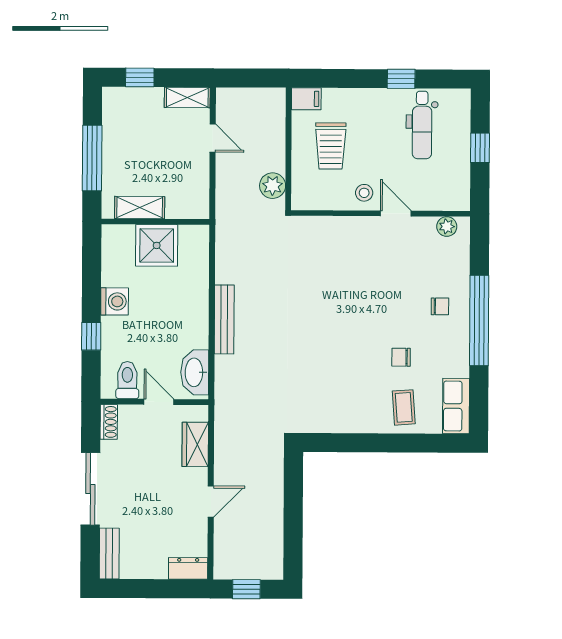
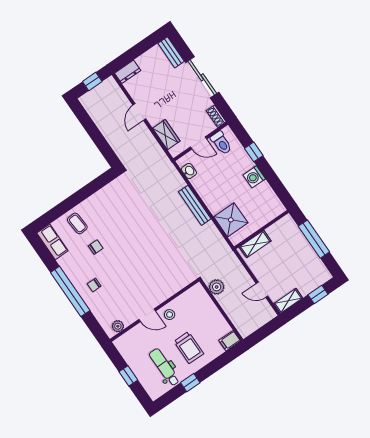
trolley: (331, 146) -> (189, 348), moved, turned 180
shelving: (140, 208) -> (255, 244), moved
shower: (157, 245) -> (231, 220), moved
washbasin: (195, 372) -> (189, 171), width x0.52, depth x0.69

